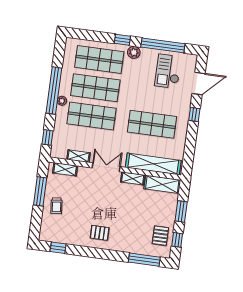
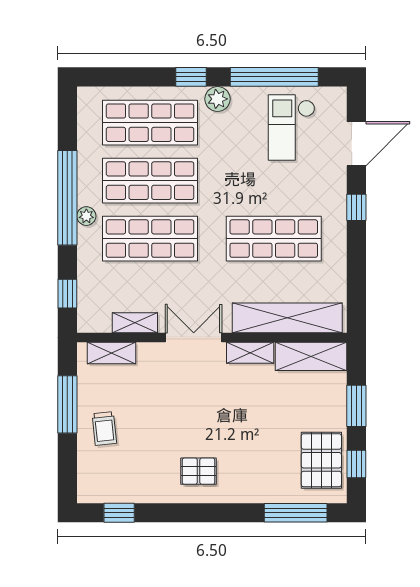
pallet: (160, 236) -> (321, 460), width x1.50, depth x1.42

